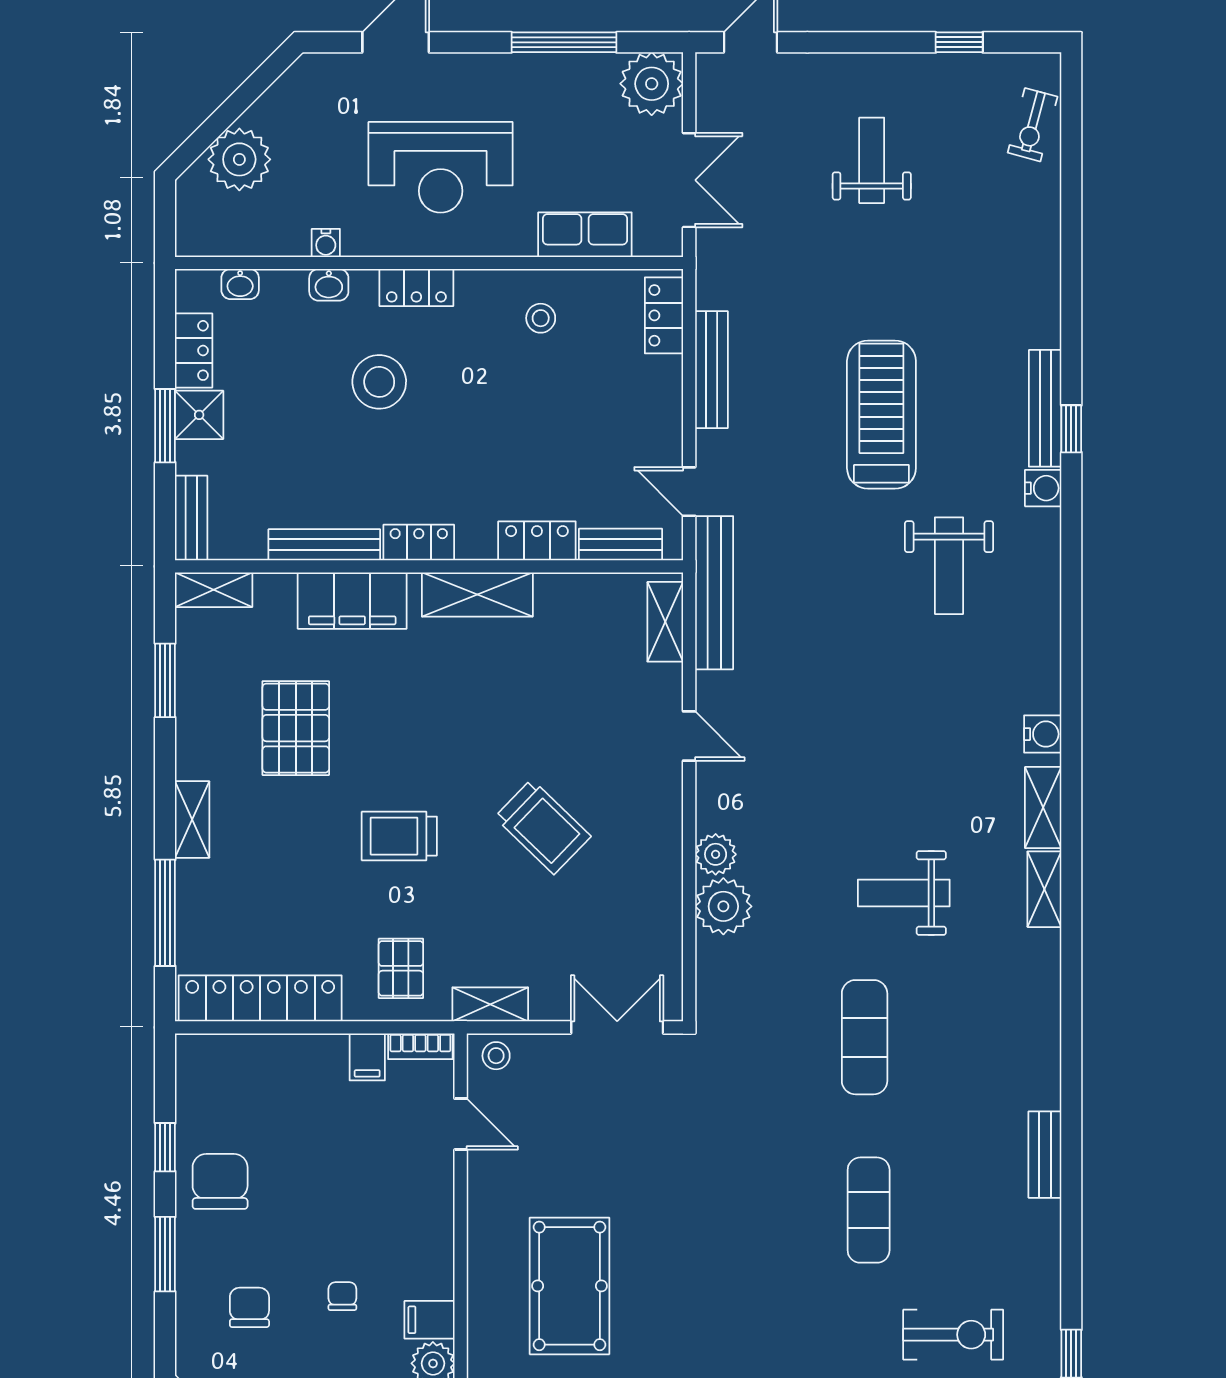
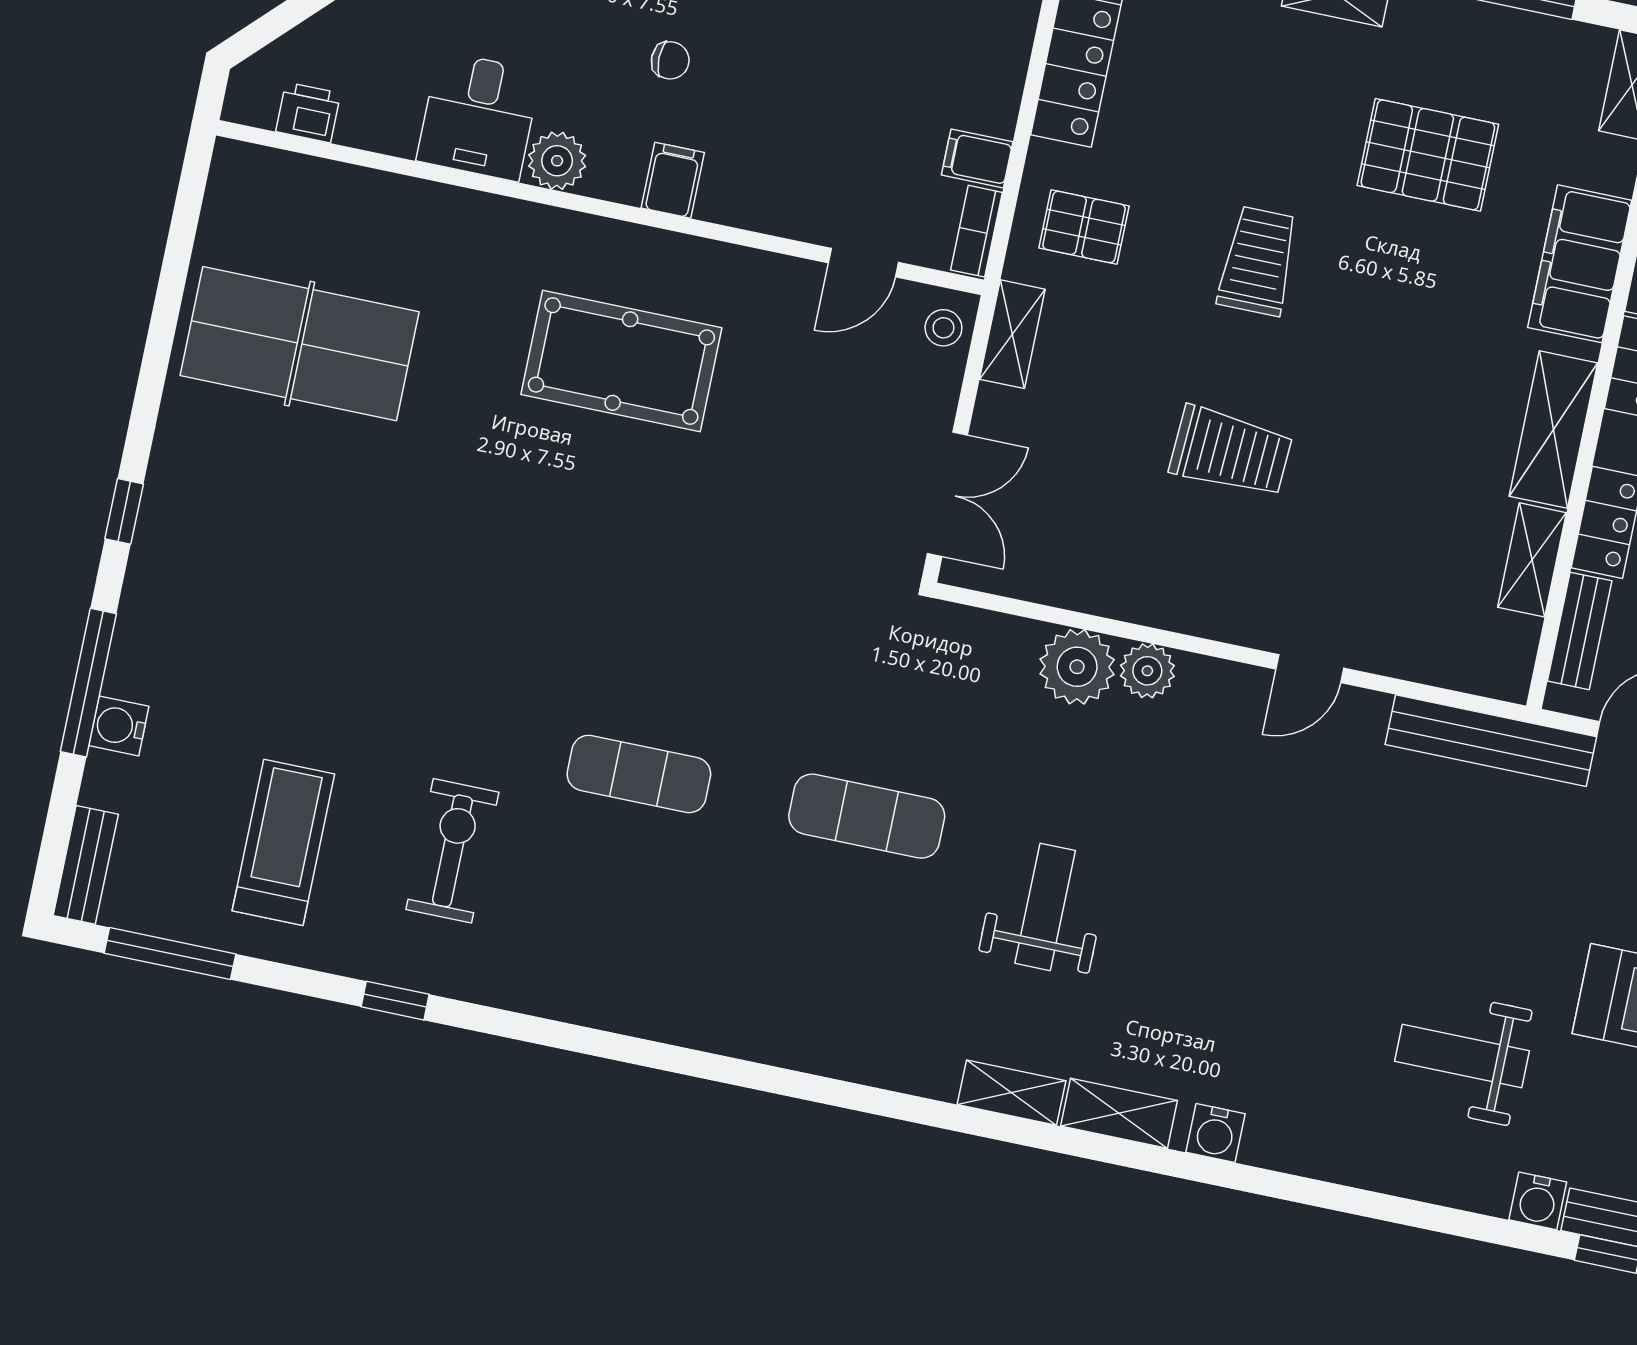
shelving: (665, 622) -> (1532, 560), moved, turned 90
trolley: (543, 827) -> (1231, 452), turned -131
bench: (1045, 1155) -> (663, 1021), removed
filing cabinet: (430, 1320) -> (673, 180), moved
exercise bike: (953, 1335) -> (452, 851), turned 180

